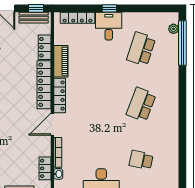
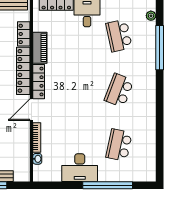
window: (182, 43) -> (160, 48), moved
school desk: (141, 49) -> (119, 36), turned -30
school desk: (141, 160) -> (119, 145), width x1.85
locker: (45, 168) -> (24, 153), removed

